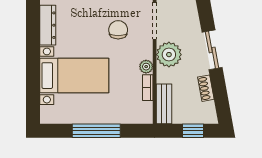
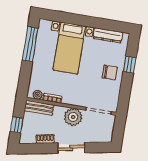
chair: (118, 30) -> (110, 72), moved
plant: (146, 67) -> (38, 95), moved
window: (96, 131) -> (30, 44), moved

